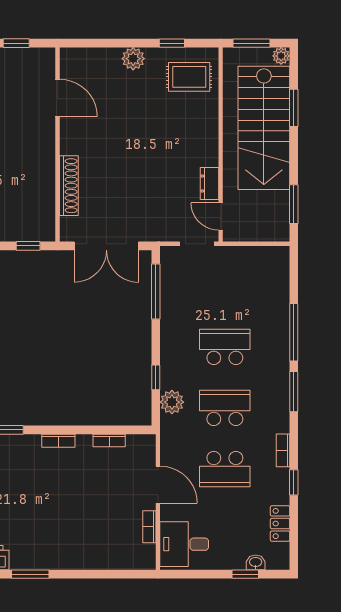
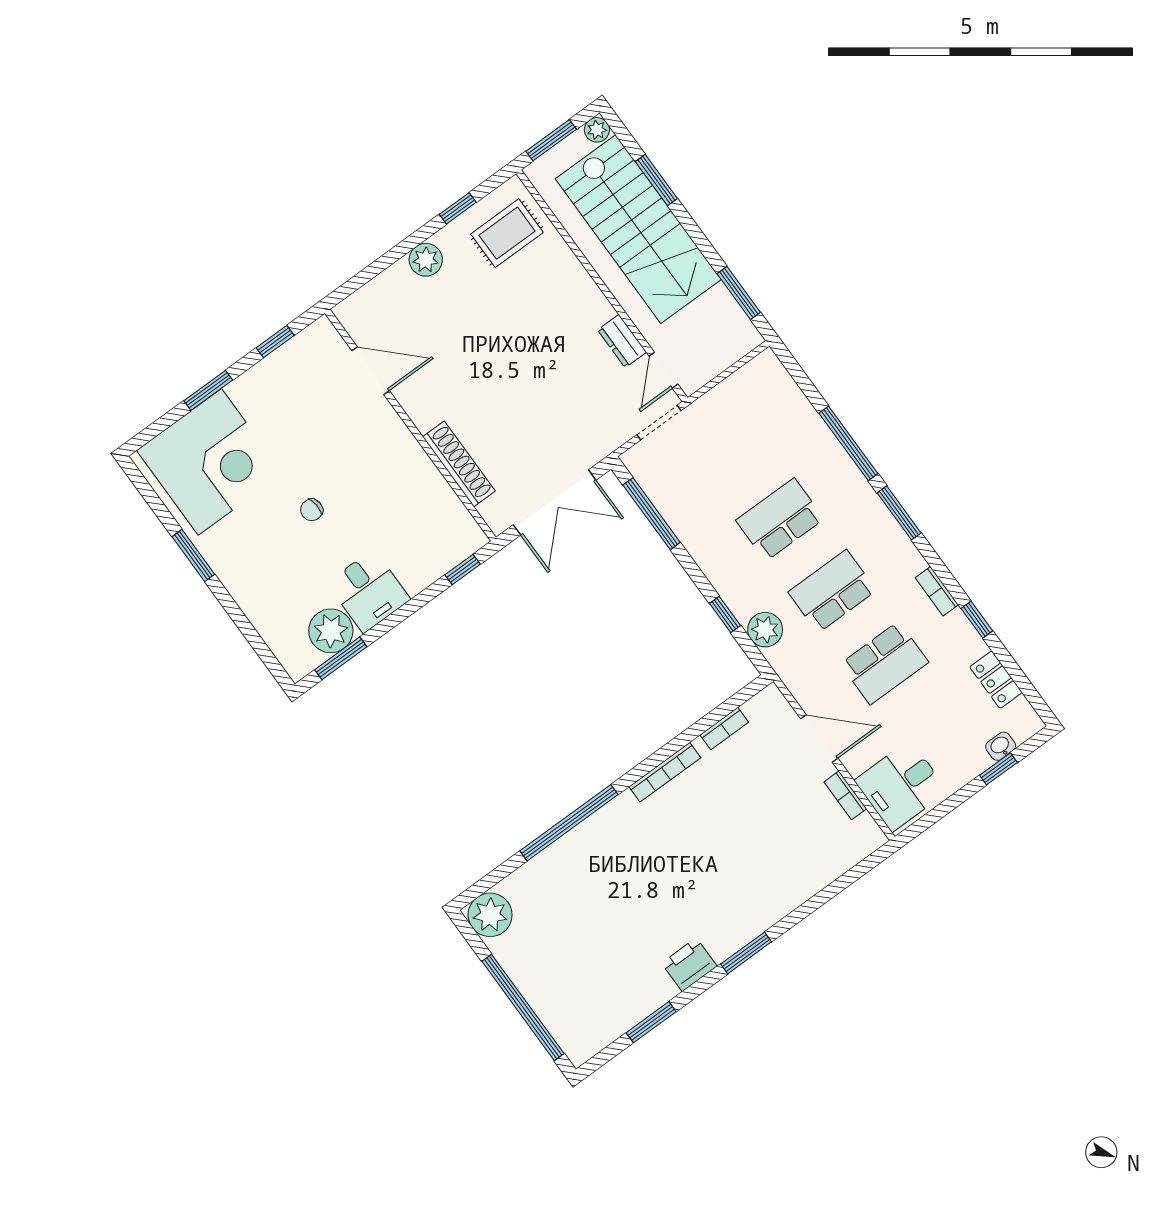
door: (221, 217) -> (663, 370), hinge flipped
bookcase: (58, 441) -> (665, 772), width x1.56

